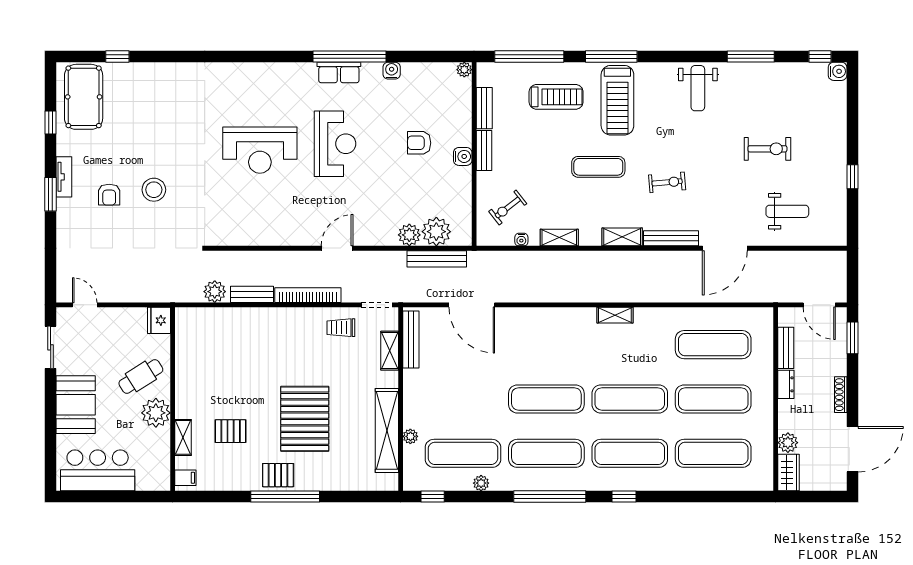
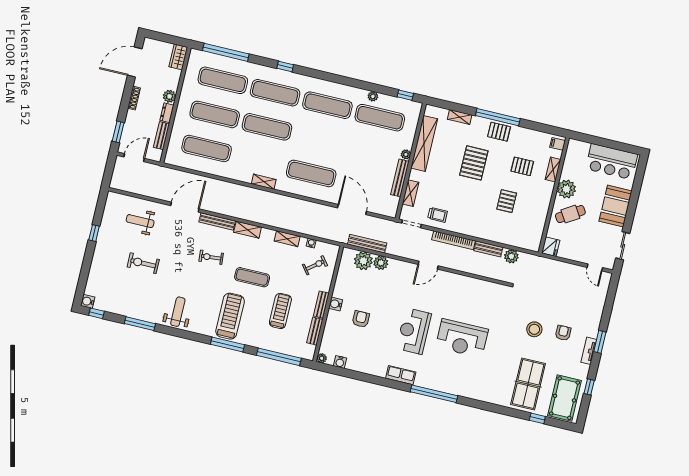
window: (350, 56) -> (434, 394), moved
water cooler: (392, 71) -> (340, 362), moved
treadmill: (556, 97) -> (280, 311), moved, turned 90
table tennis table: (144, 105) -> (528, 384), added
armchair: (419, 143) -> (361, 319), turned -90
reception desk: (260, 150) -> (462, 338), turned 180
door: (819, 305) -> (134, 158), hinge flipped
bench: (411, 339) -> (400, 178), moved
pallet: (242, 373) -> (507, 201), added
exercise mat: (546, 399) -> (311, 173), moved
pallet: (305, 419) -> (474, 163), width x0.73, depth x0.71
plant: (410, 436) -> (406, 154), moved
plant: (788, 443) -> (169, 96), moved
shelving: (343, 483) -> (460, 117), added
window: (550, 497) -> (226, 52), moved

